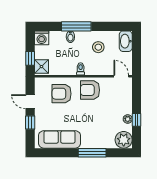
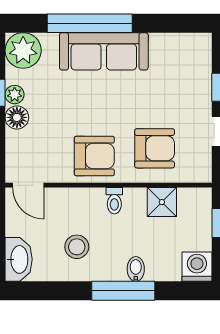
shower: (41, 67) -> (162, 202), moved
floor lamp: (127, 108) -> (17, 117), added
sofa: (59, 139) -> (104, 51), moved
window: (92, 153) -> (90, 23), width x1.46

